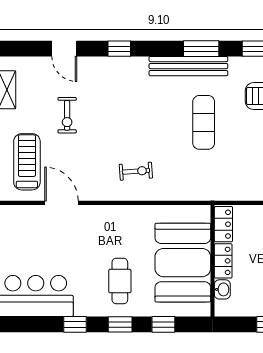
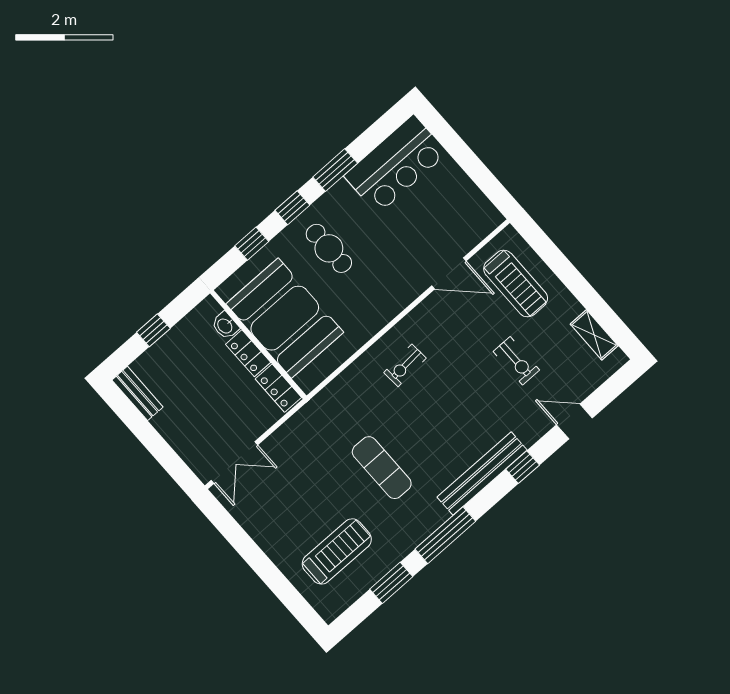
window: (201, 49) -> (445, 535), width x1.44
bench: (188, 66) -> (482, 474), moved
exercise bike: (67, 115) -> (516, 361), turned 180
window: (75, 324) -> (335, 170), width x1.50

